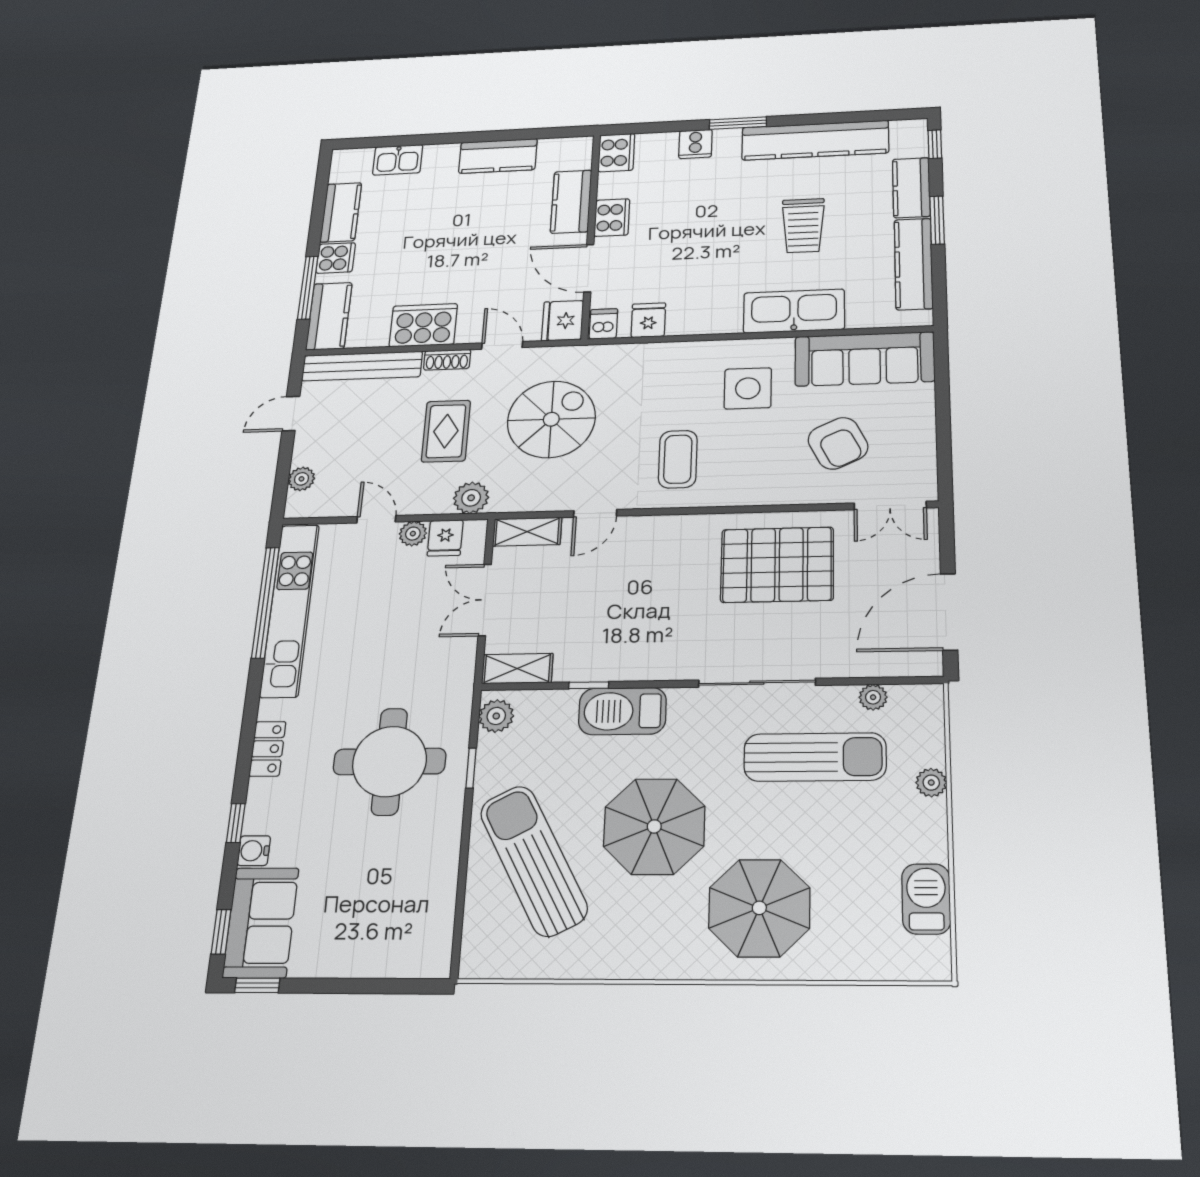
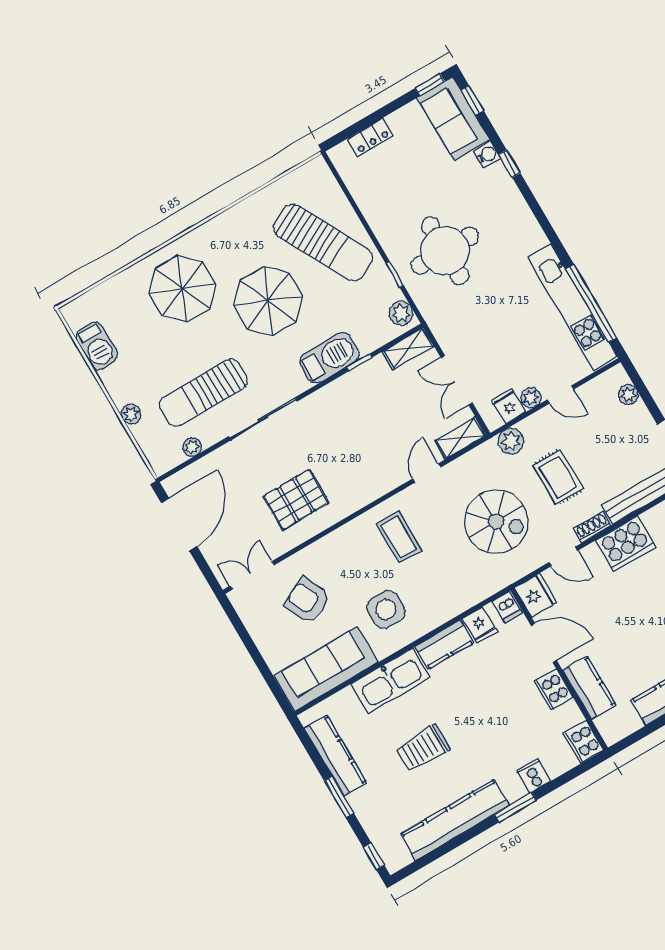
kitchen counter: (911, 188) -> (444, 645), moved, turned 90
trolley: (803, 226) -> (423, 748), turned -90
spiral stairs: (551, 419) -> (496, 522), turned -90
pallet: (777, 565) -> (296, 500), width x0.73, depth x0.71
double door: (485, 600) -> (457, 380), swing flipped
locker: (267, 749) -> (370, 137), moved, turned -90

